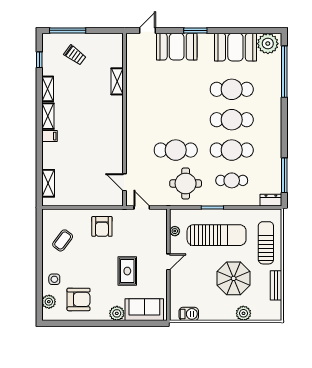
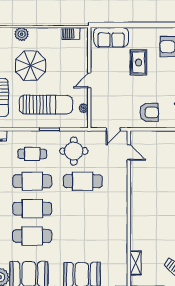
shelving: (117, 81) -> (136, 263), moved
door: (142, 208) -> (113, 129), hinge flipped
armchair: (102, 226) -> (149, 112), turned 90
sun lounger: (217, 235) -> (46, 105), turned 180
rug: (127, 271) -> (139, 62), moved
plant: (117, 313) -> (136, 34), removed

